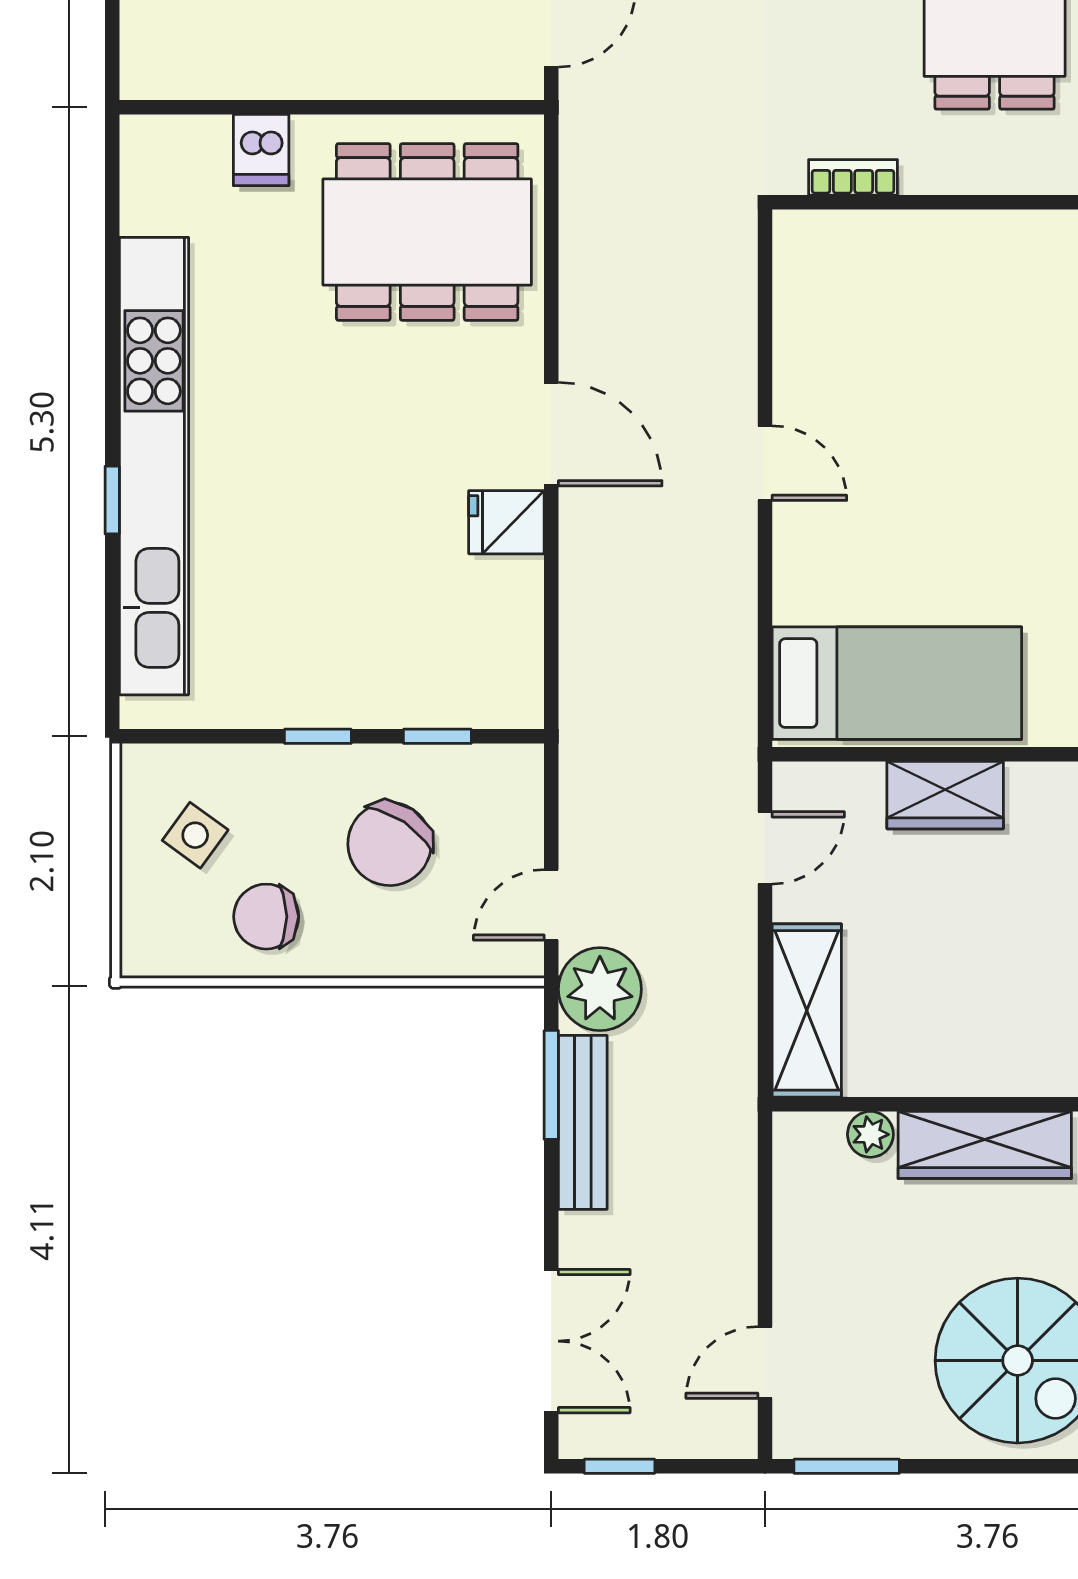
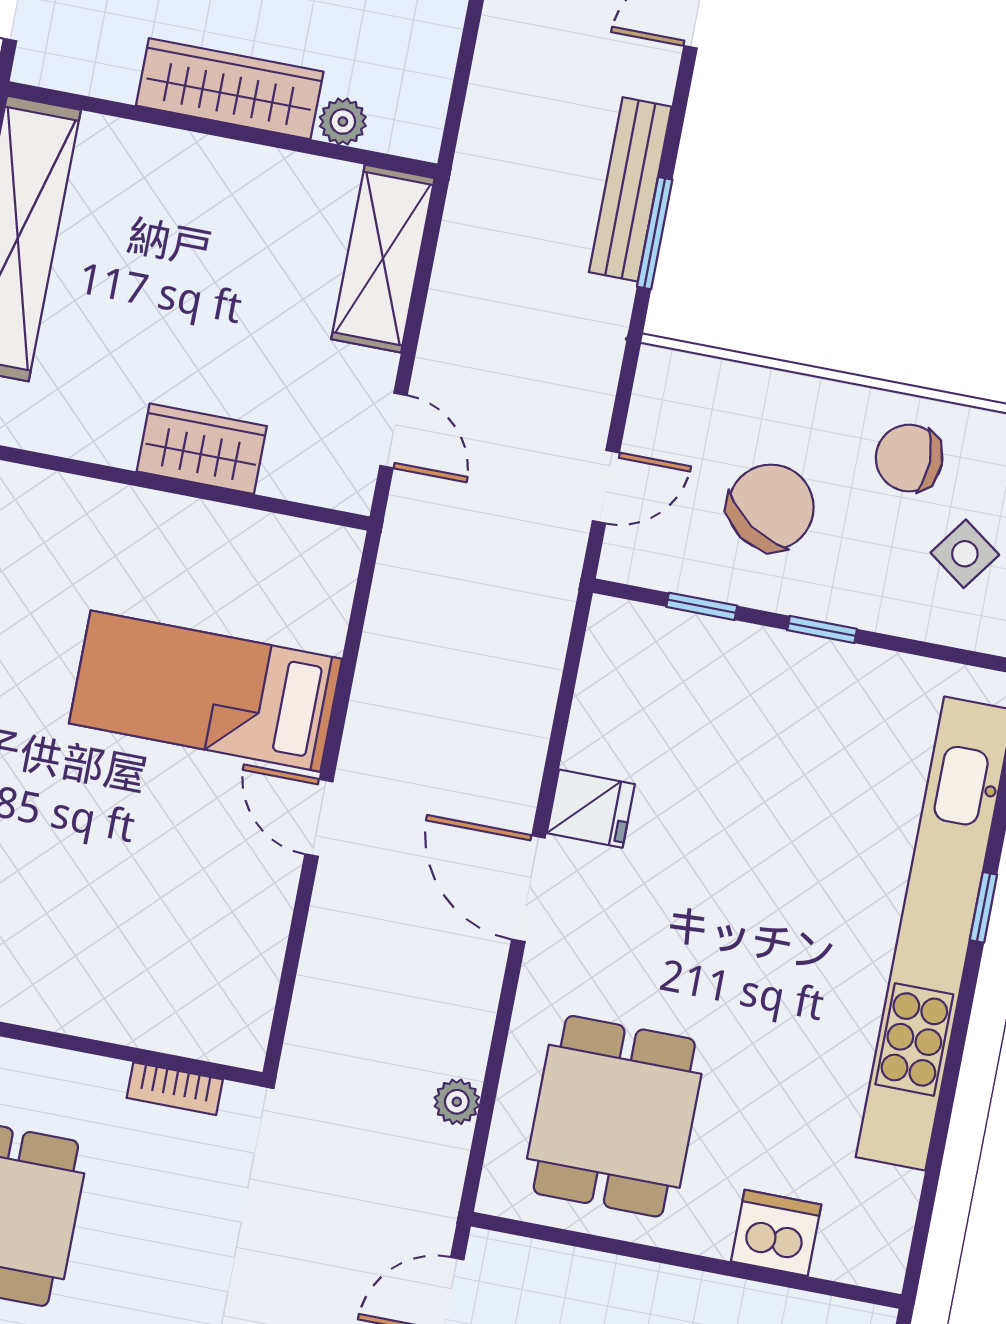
dishwasher: (261, 150) -> (776, 1233), width x1.38
dining table: (427, 232) -> (614, 1116), width x0.73
bed: (897, 683) -> (205, 691), moved
door: (765, 848) -> (394, 430), swing flipped
door: (551, 905) -> (606, 487), moved
chair: (266, 917) -> (909, 458), turned 180
plant: (600, 989) -> (457, 1102), moved, width x0.53, depth x0.53

